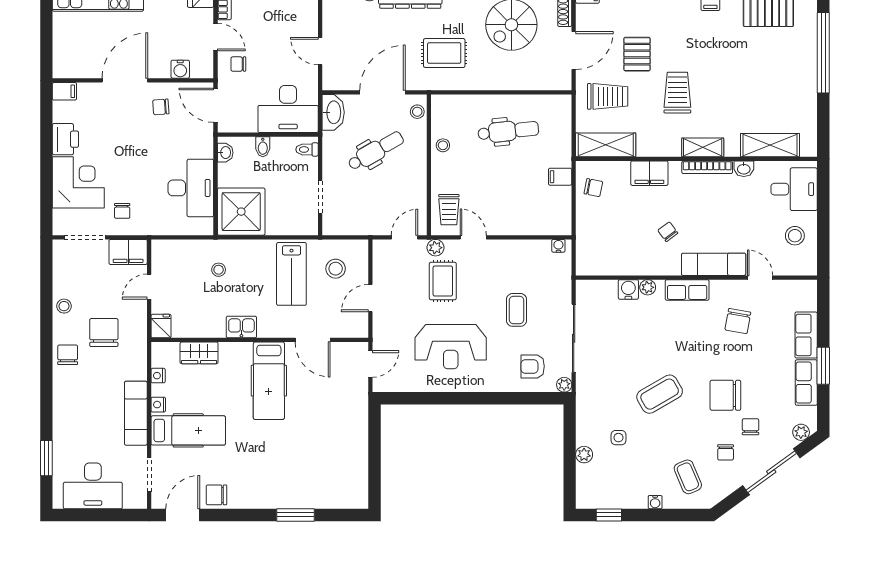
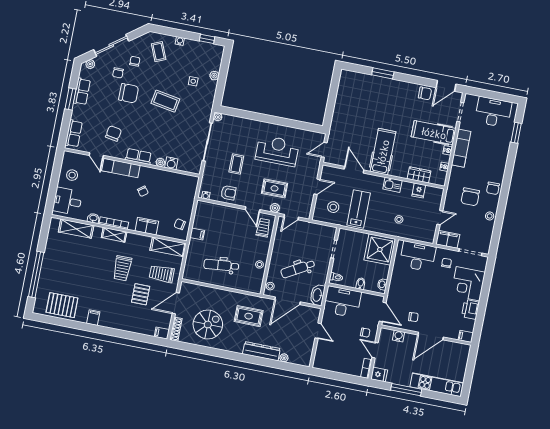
desk: (191, 188) -> (418, 256), moved, turned 90
rug: (443, 281) -> (274, 188), turned 90
fridge: (161, 326) -> (419, 190), moved
row of seats: (806, 335) -> (74, 133), moved
armchair: (533, 366) -> (228, 193), moved
coffee table: (660, 394) -> (165, 101), turned 40

